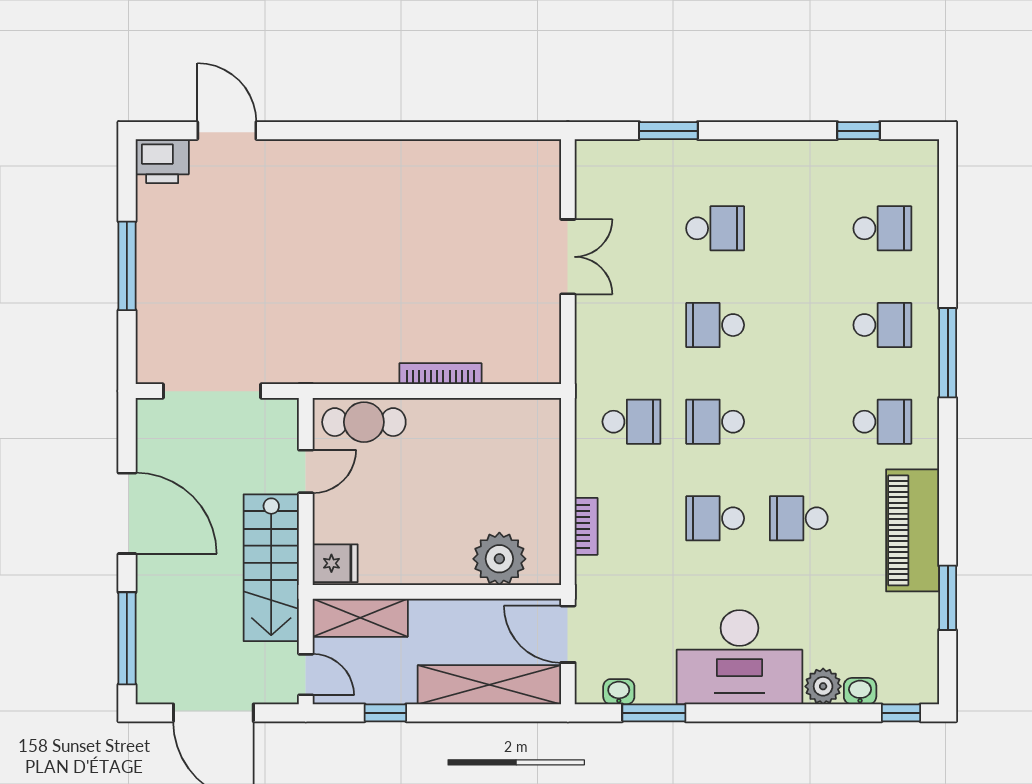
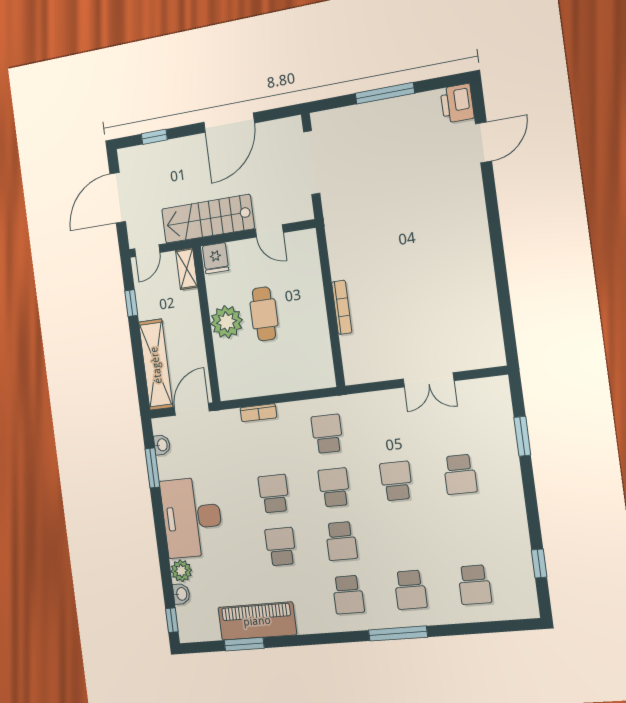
cafe table: (364, 422) -> (264, 314), moved
school desk: (631, 422) -> (327, 434), turned 180
school desk: (799, 422) -> (341, 541), added
piano: (913, 530) -> (257, 621), moved
plant: (499, 559) -> (227, 322), moved
shelving: (360, 618) -> (187, 269), width x0.67, depth x0.75
window: (127, 638) -> (154, 137), width x0.46

